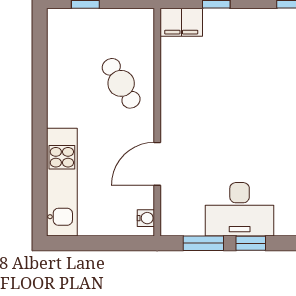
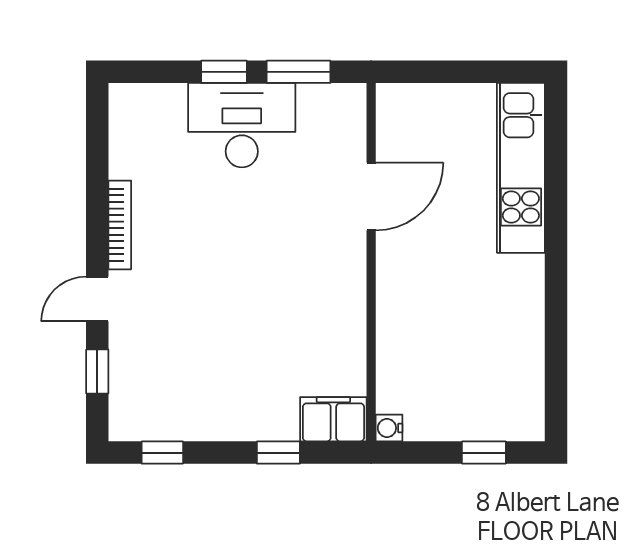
cafe table: (121, 83) -> (428, 323), removed
water cooler: (146, 218) -> (389, 428), moved

